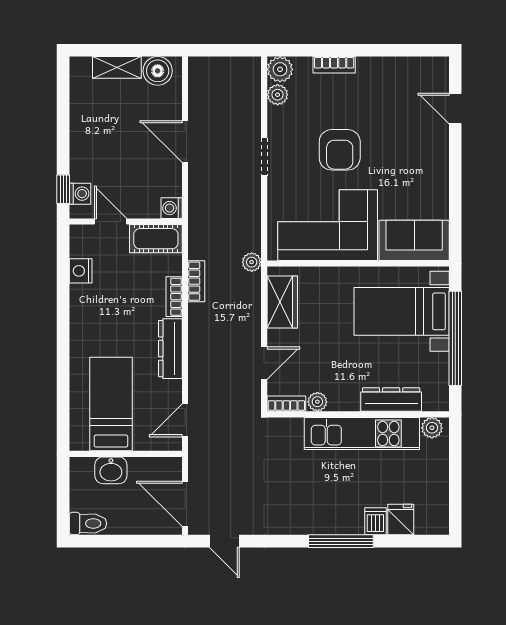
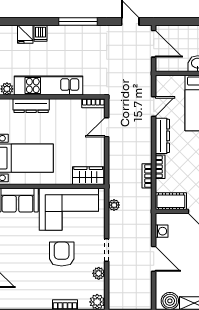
plant: (278, 95) -> (99, 273), moved
washing machine: (172, 208) -> (162, 231), moved
plant: (252, 262) -> (114, 205), moved
wardrobe: (282, 302) -> (88, 176), moved, turned 90
plant: (317, 402) -> (75, 104), removed
door: (185, 420) -> (154, 107), moved
window: (341, 541) -> (78, 22), moved

